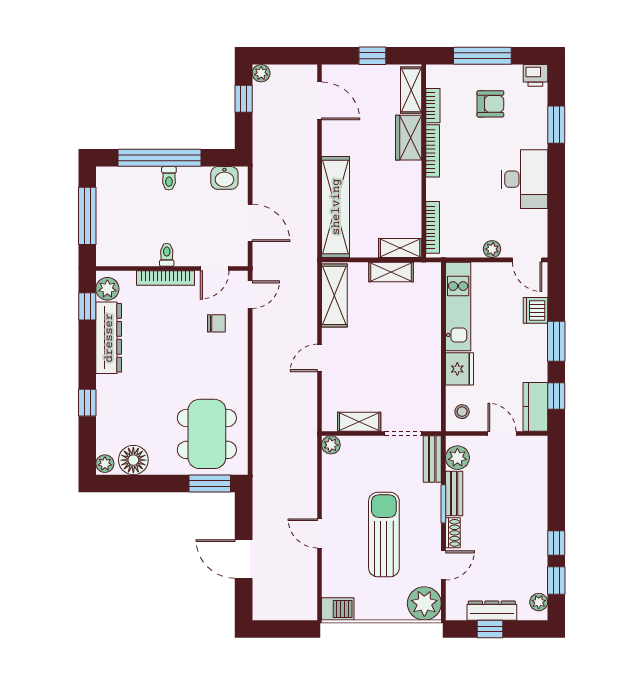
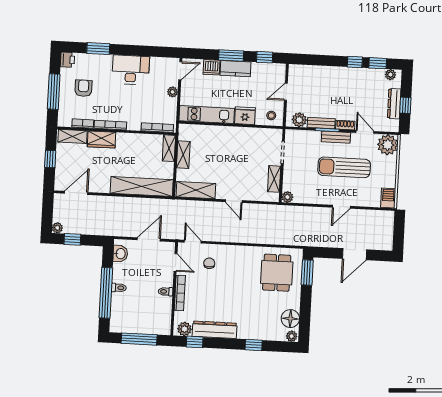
kitchen counter: (535, 407) -> (236, 69), moved
dining table: (207, 434) -> (277, 273), width x0.73
bench: (432, 459) -> (336, 137), moved

